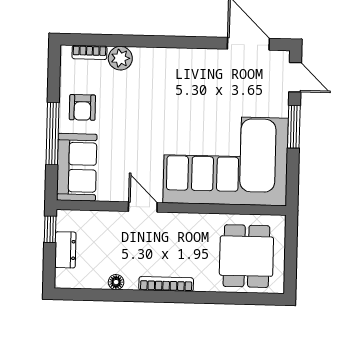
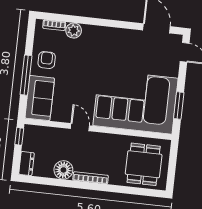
armchair: (82, 107) -> (47, 60), turned 180
window: (294, 127) -> (179, 106), moved
dresser: (65, 250) -> (26, 164), moved
floor lamp: (116, 282) -> (63, 170), width x1.89, depth x1.89

